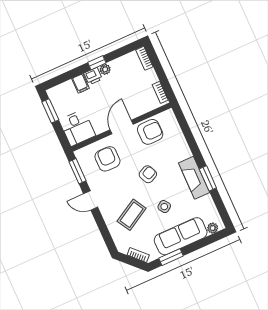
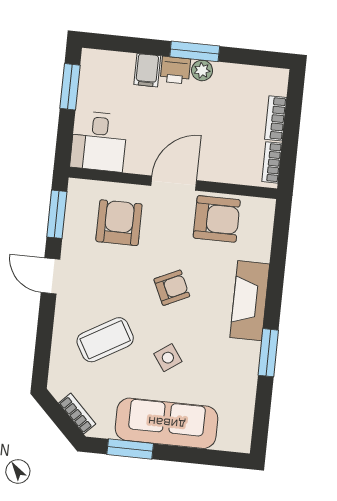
bookcase: (144, 58) -> (276, 118), moved
window: (97, 63) -> (195, 51), width x1.50
fireplace: (194, 178) -> (250, 301), moved
plant: (213, 228) -> (228, 441), removed

